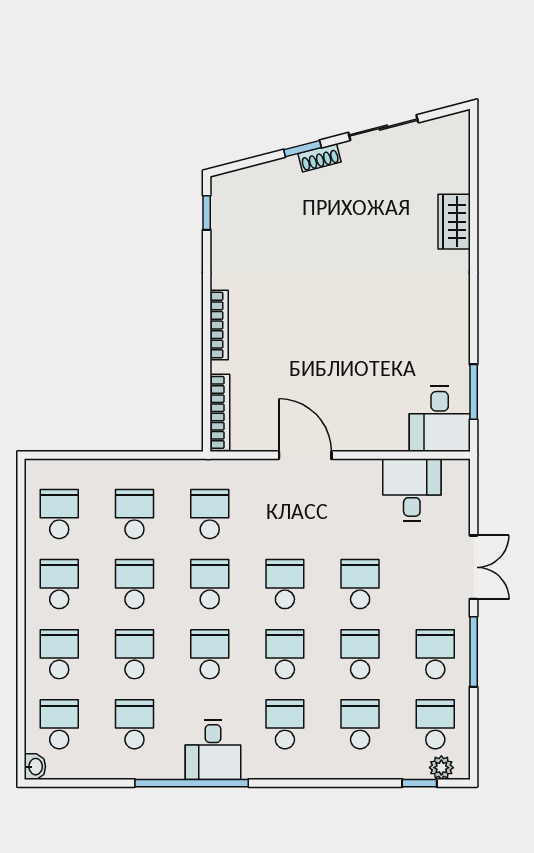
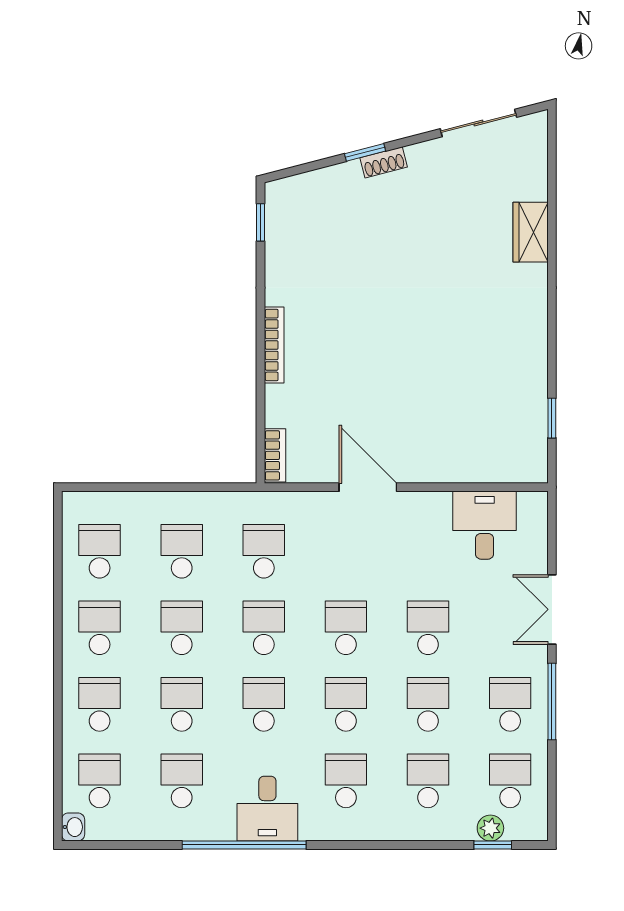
sliding door: (383, 128) -> (478, 123), moved
window: (474, 392) -> (552, 418), width x0.67
bookcase: (220, 412) -> (275, 455), width x0.64
desk: (440, 419) -> (515, 448), removed
double door: (474, 567) -> (552, 609), swing flipped
plant: (441, 768) -> (490, 828), moved

